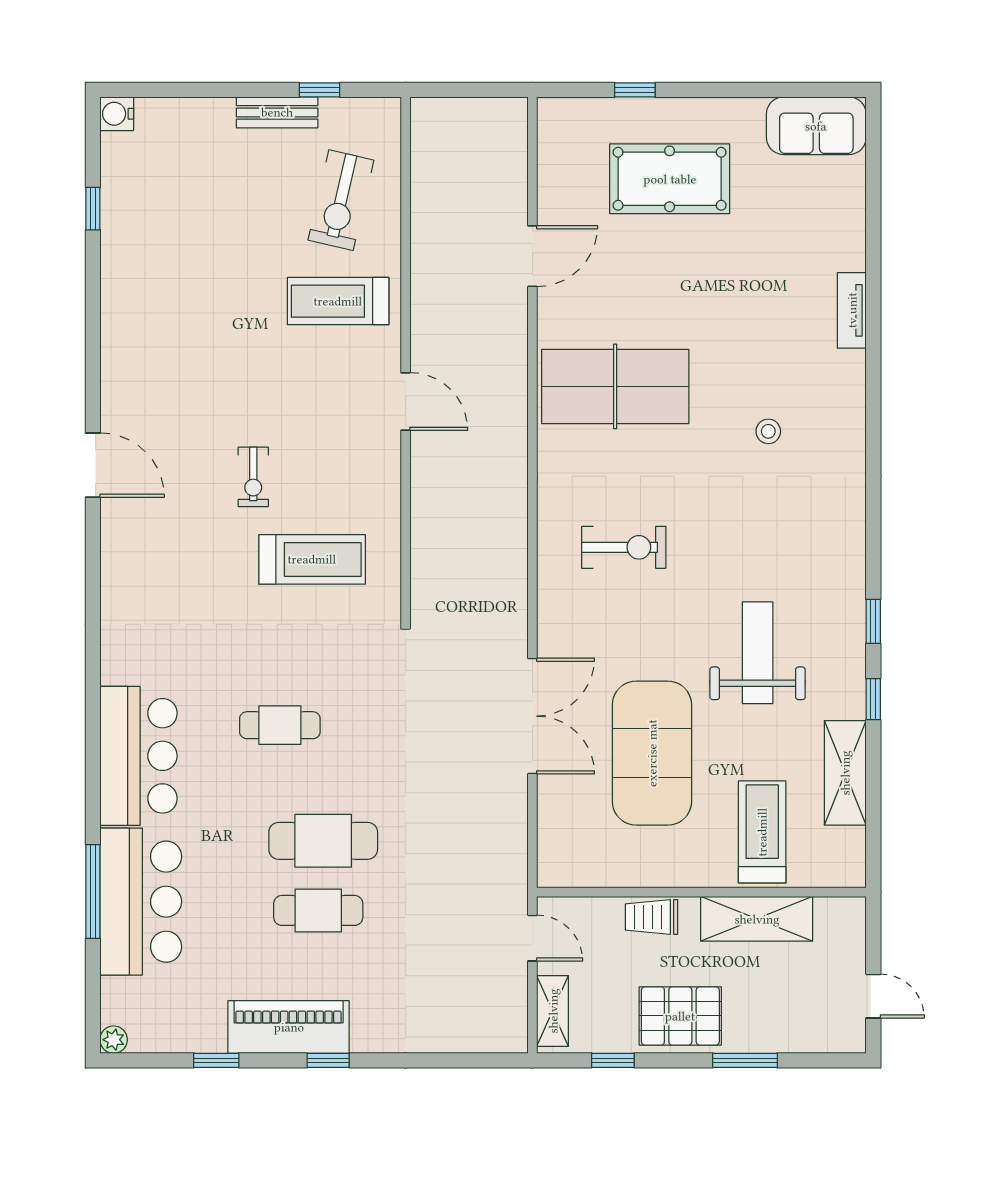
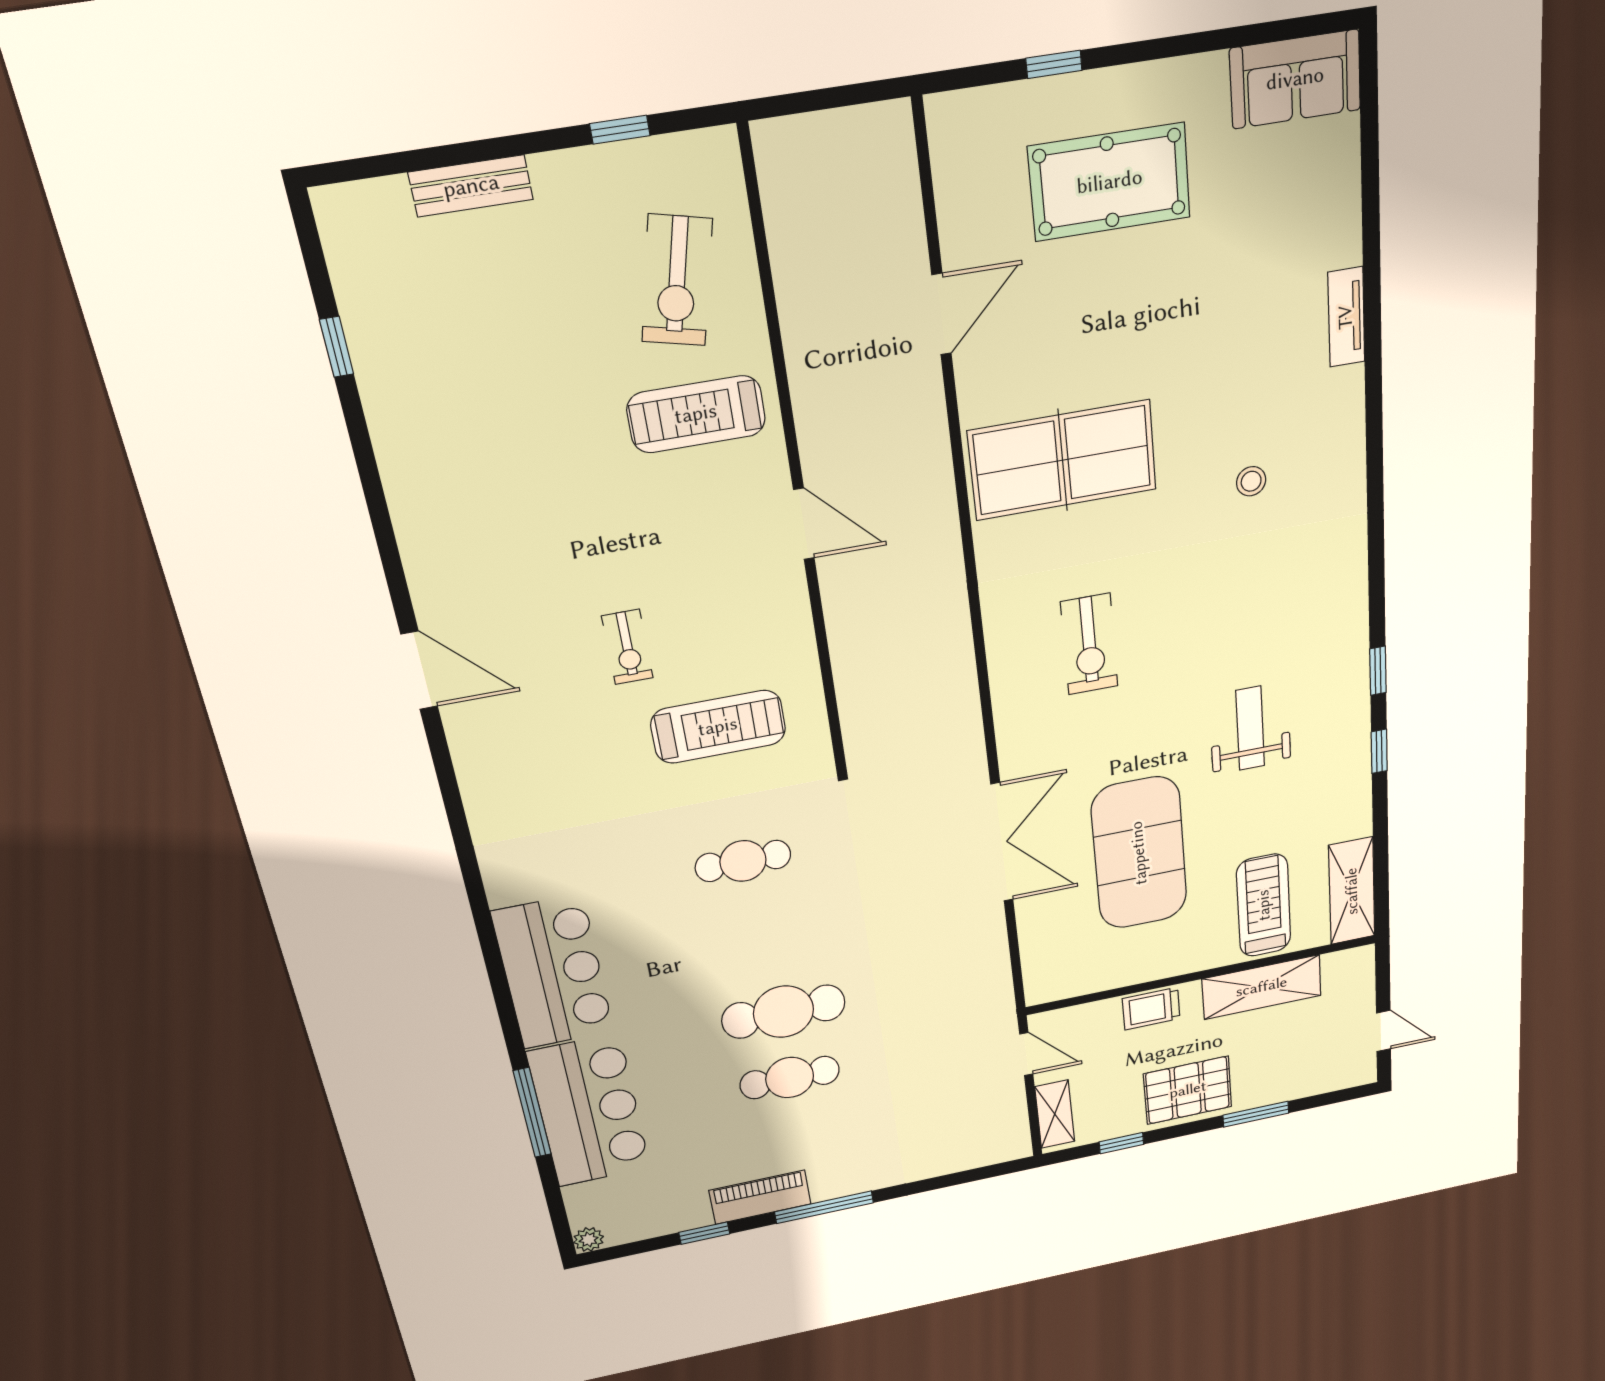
bench: (277, 112) -> (471, 186), moved
water cooler: (117, 114) -> (337, 208), removed
exercise bike: (624, 547) -> (1089, 644), turned 90
weight bench: (758, 653) -> (1250, 728), width x0.73, depth x0.75
cafe table: (280, 725) -> (743, 861), moved
shelving: (845, 773) -> (1352, 891), moved
piano: (289, 1027) -> (760, 1197), width x0.73, depth x0.75
window: (328, 1060) -> (824, 1207), width x2.17

